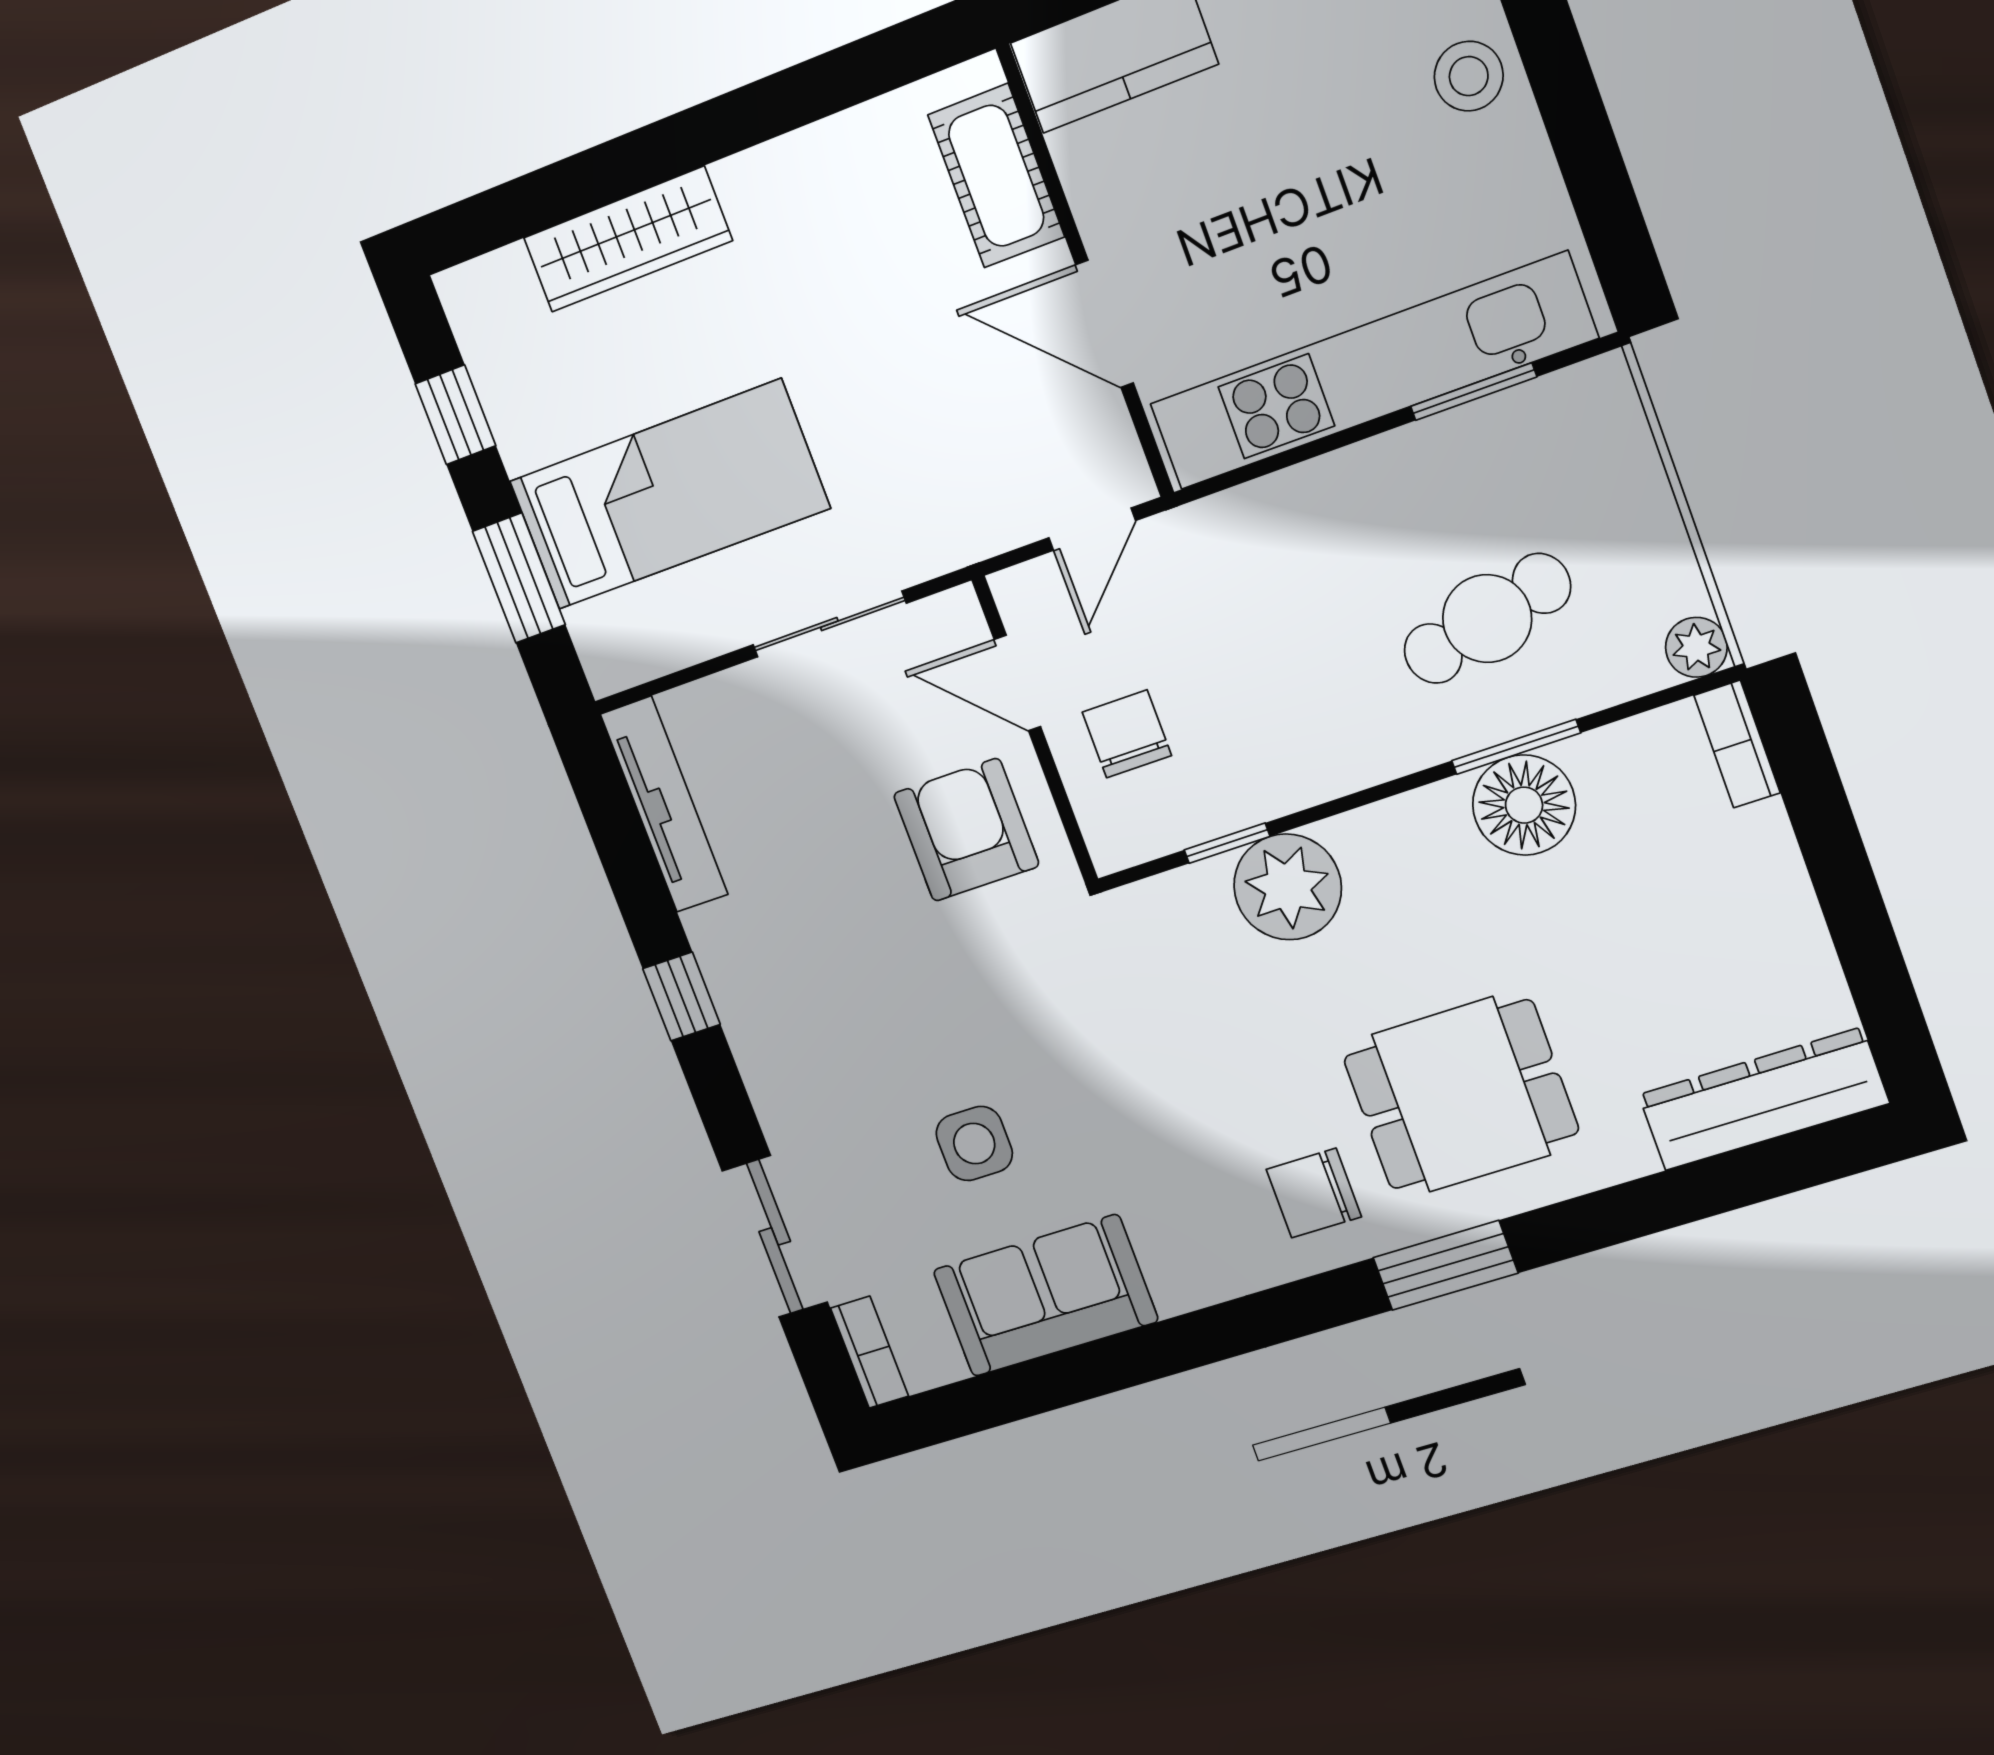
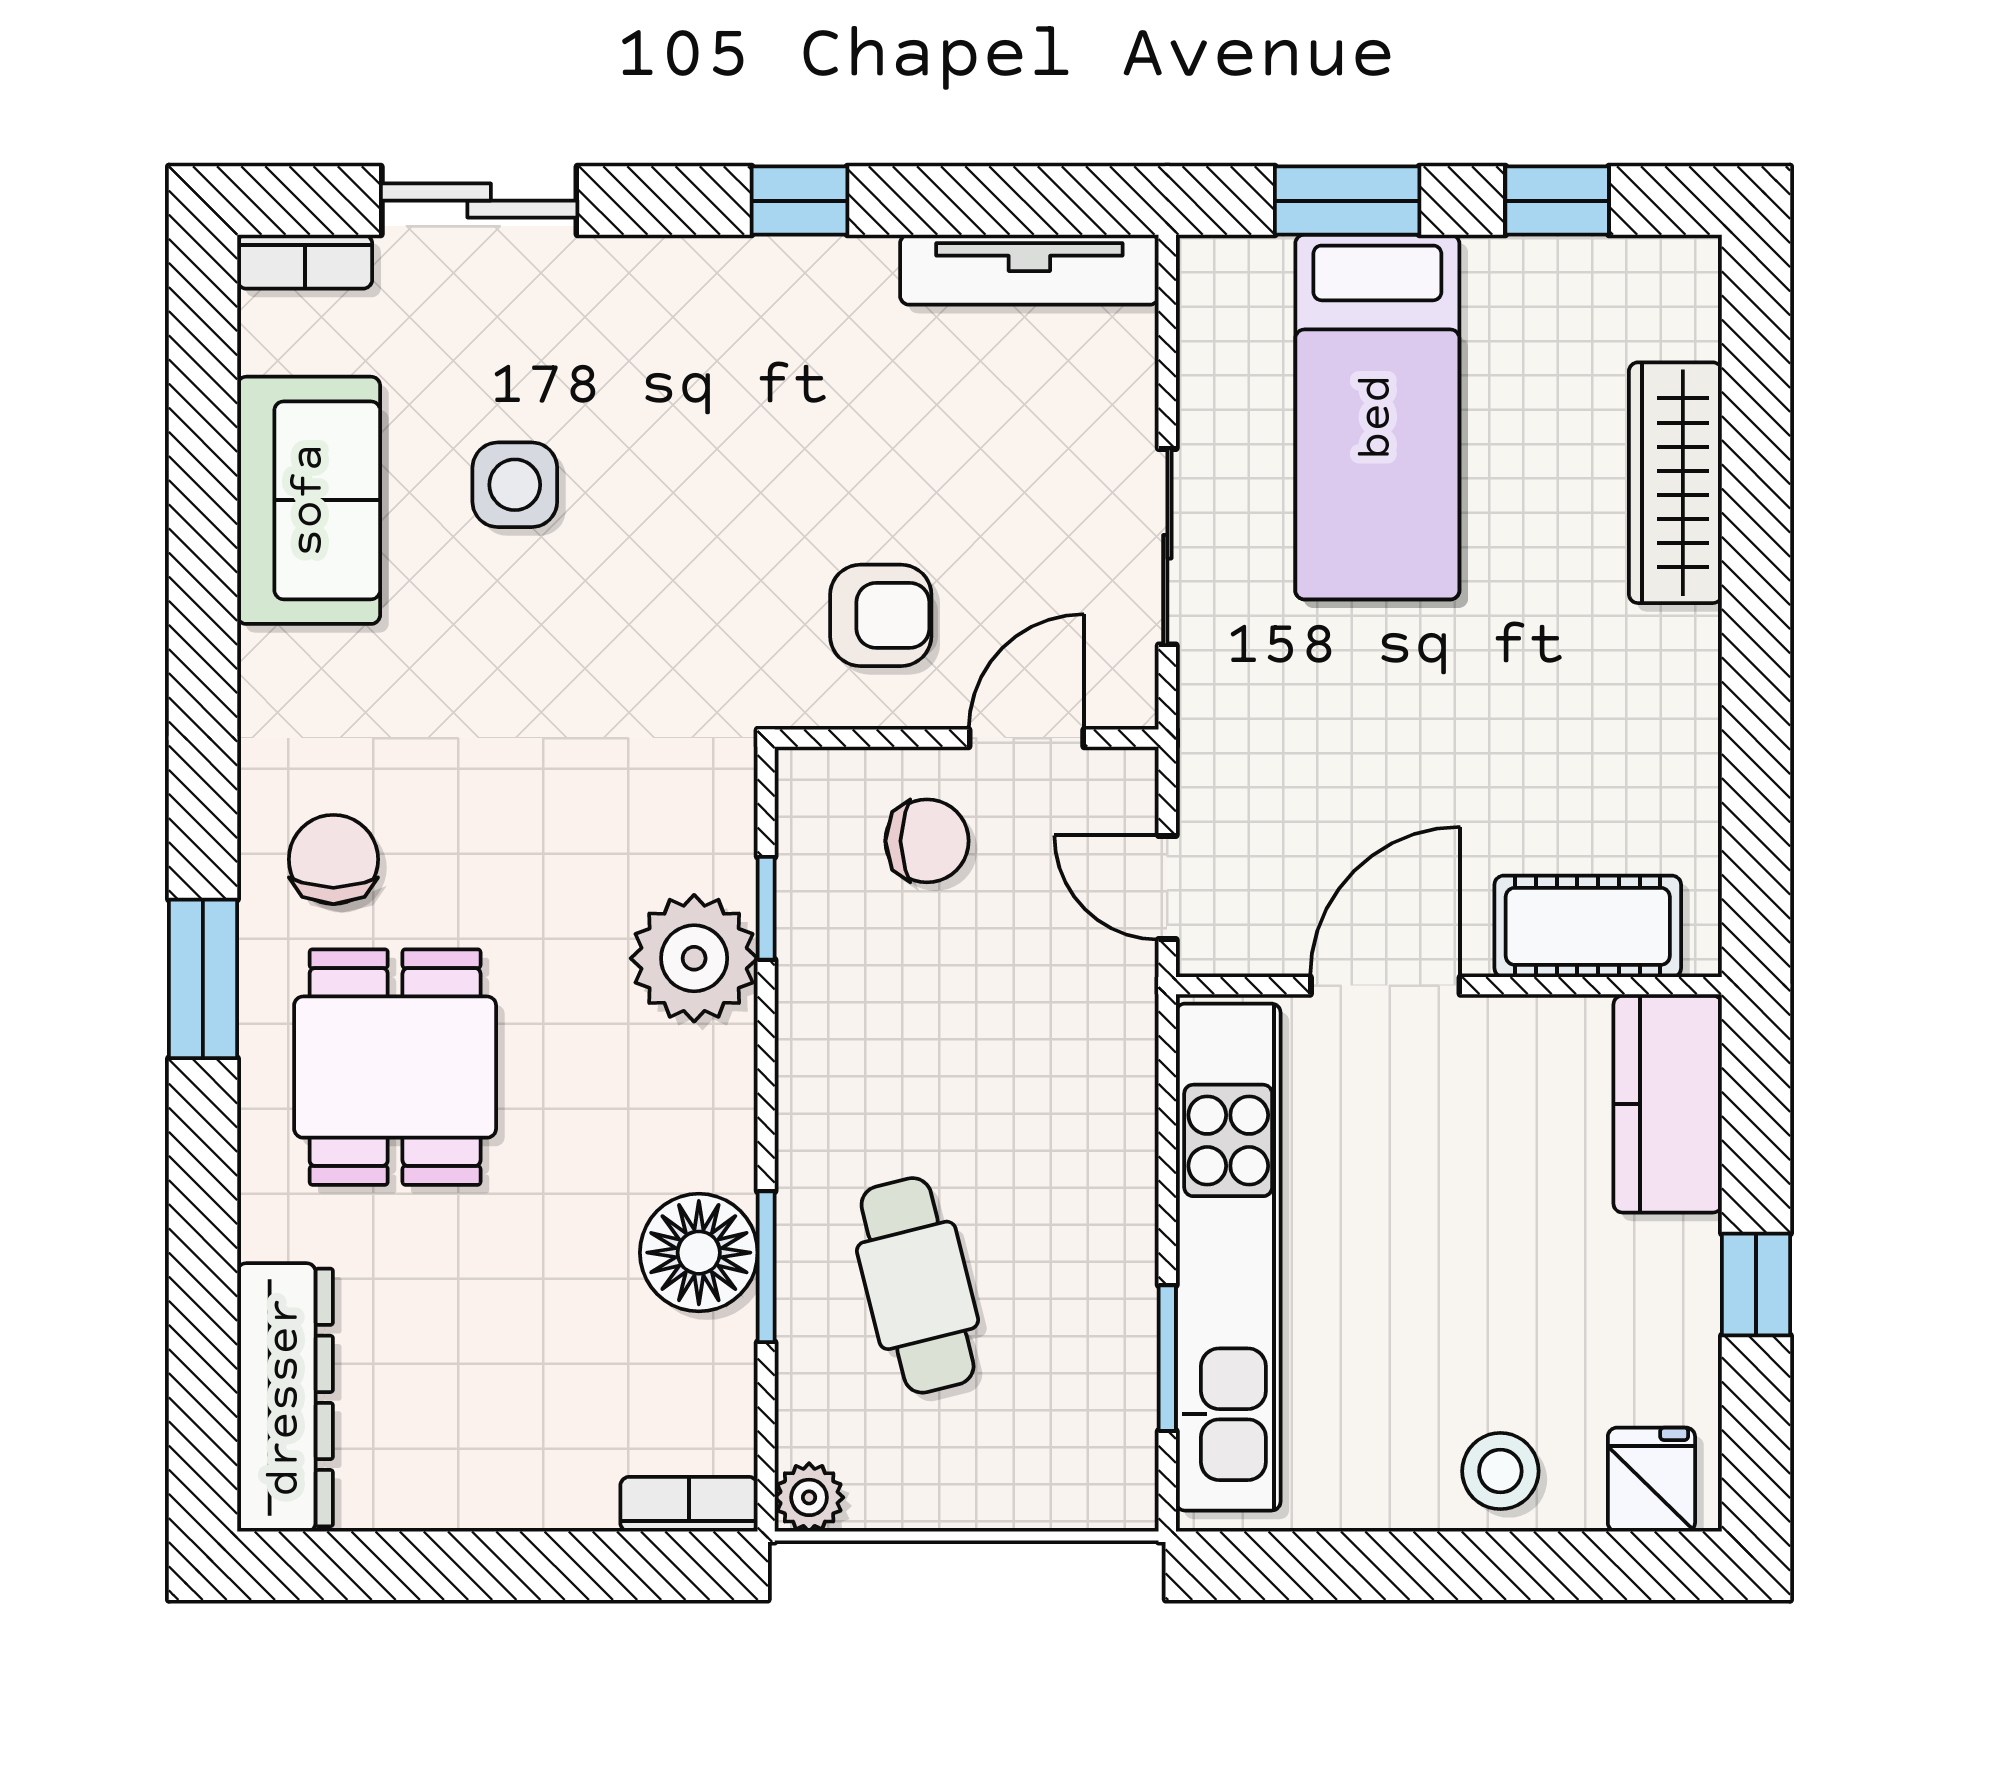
armchair: (966, 830) -> (881, 615), width x0.72, depth x0.72

